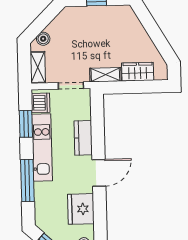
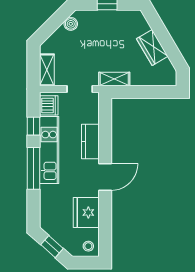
boiler: (43, 39) -> (71, 24), moved
wardrobe: (138, 72) -> (152, 47), moved, turned -120
window: (26, 124) -> (34, 126), width x0.67
window: (27, 180) -> (34, 168), moved

